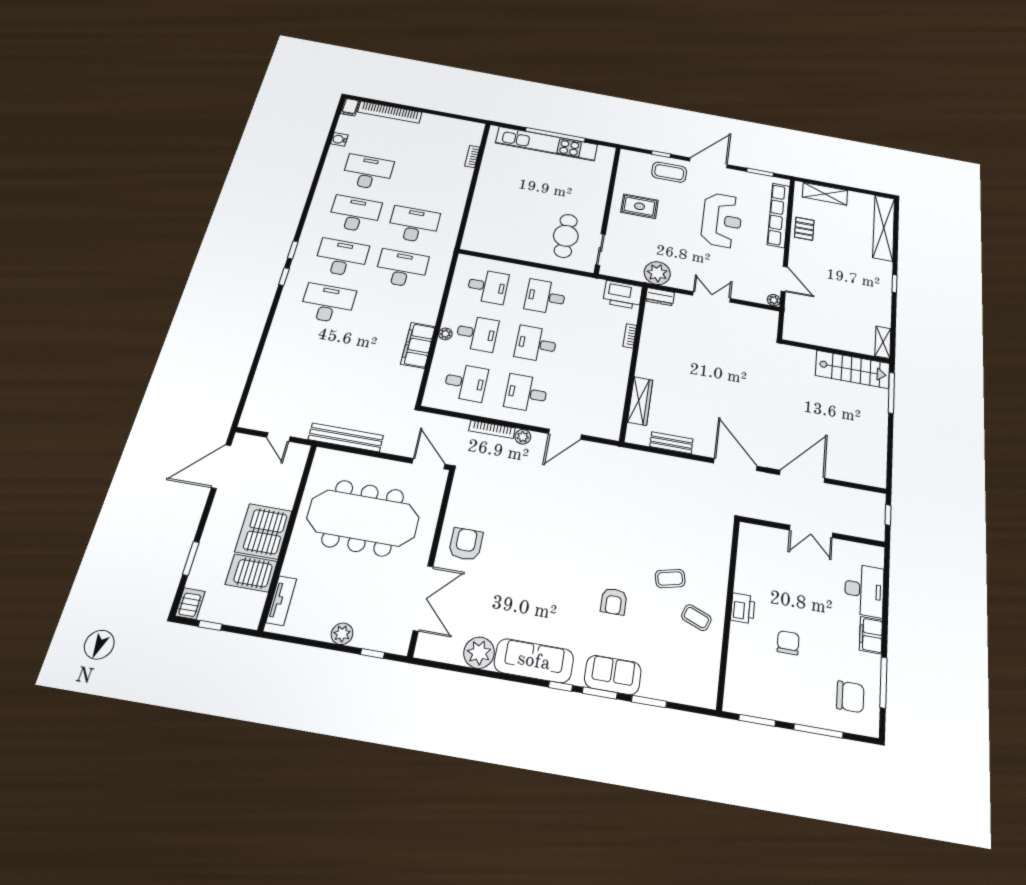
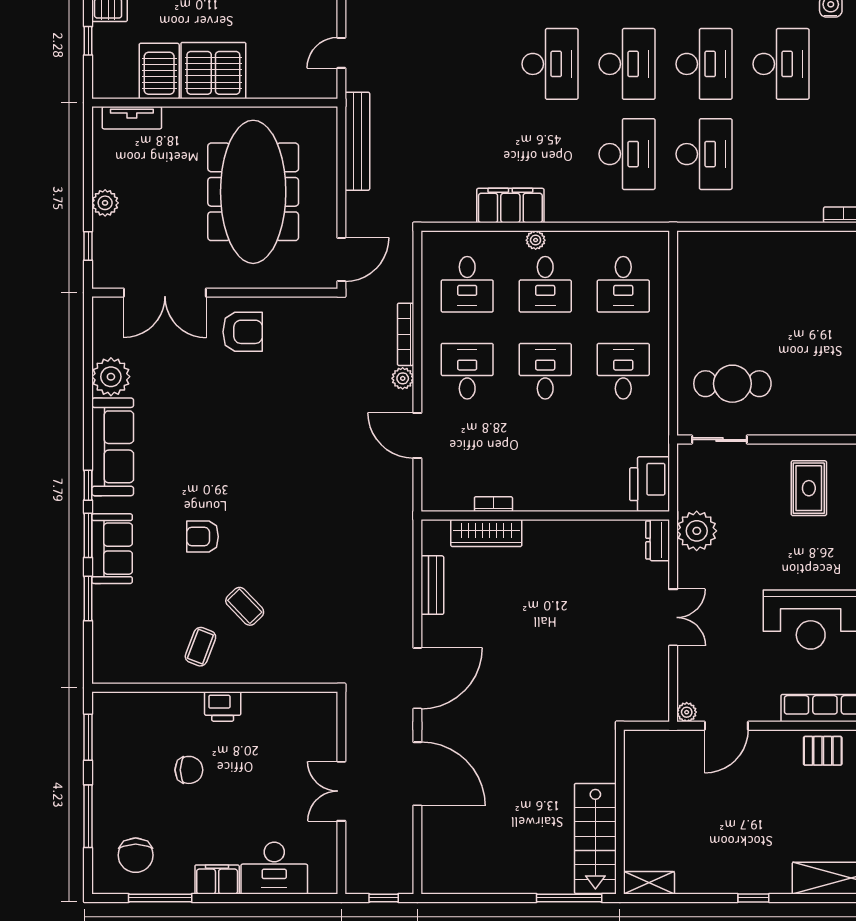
bookcase: (630, 336) -> (493, 504), moved
coffee table: (670, 578) -> (245, 606), turned -31

